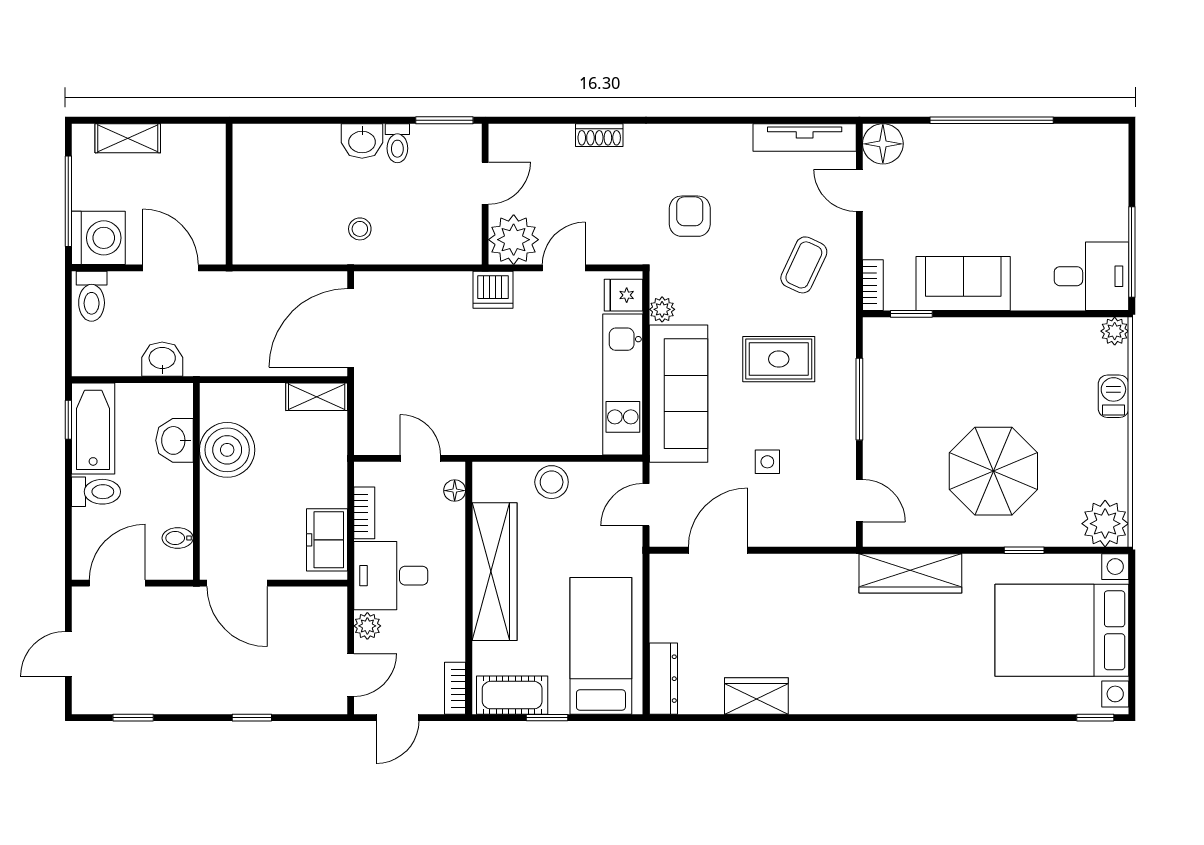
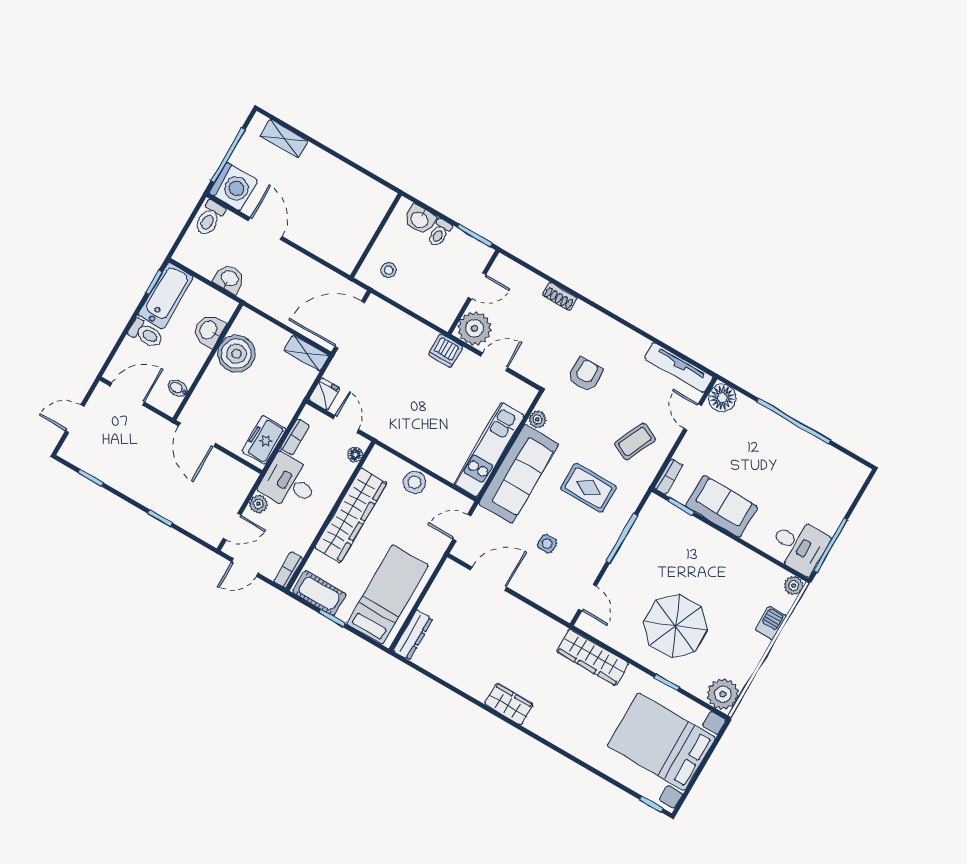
wall: (229, 194) -> (376, 235), moved
fridge: (624, 295) -> (324, 394), moved, turned 90
wardrobe: (756, 696) -> (509, 704), moved

